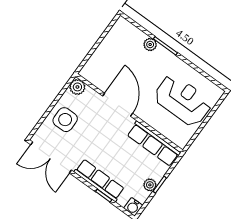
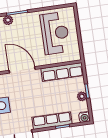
reception desk: (183, 100) -> (55, 33), turned 90

